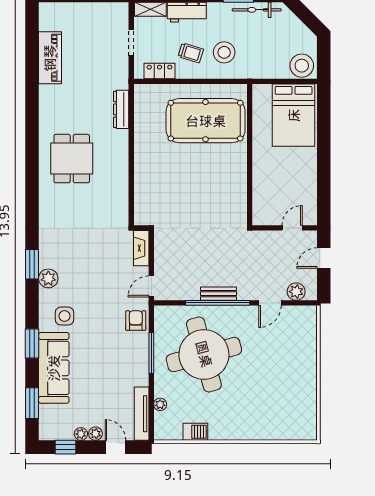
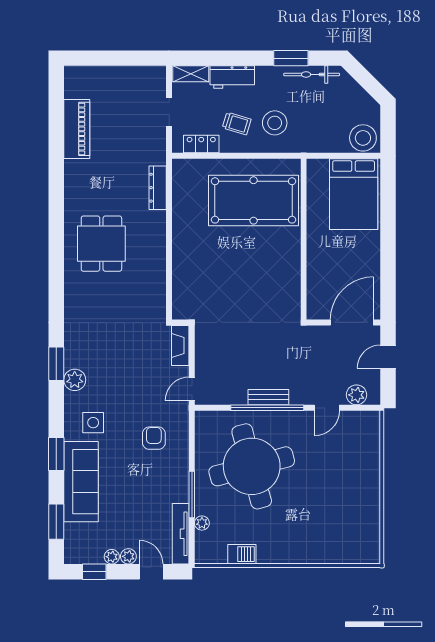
door: (292, 228) -> (352, 322), width x1.87
armchair: (136, 321) -> (154, 438), moved
window: (151, 353) -> (192, 495), moved

